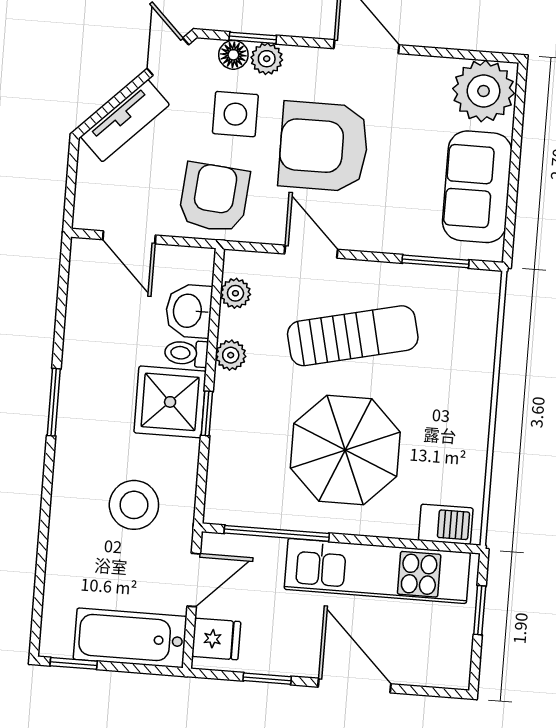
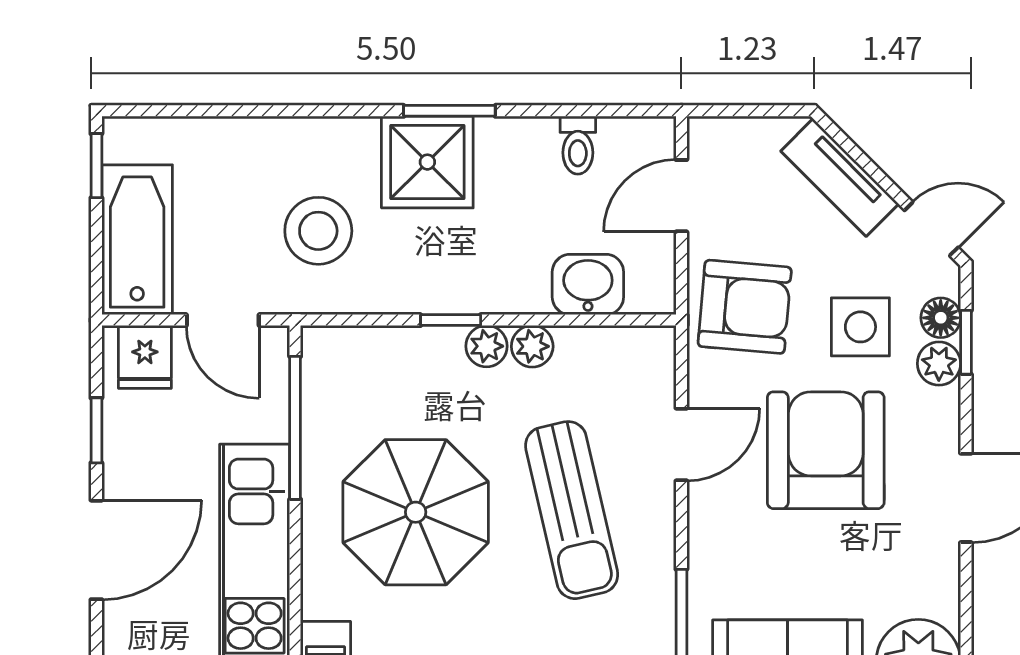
plant: (235, 293) -> (487, 346), moved
toilet: (186, 353) -> (578, 145), moved, turned 180
shower: (170, 402) -> (427, 162), moved

